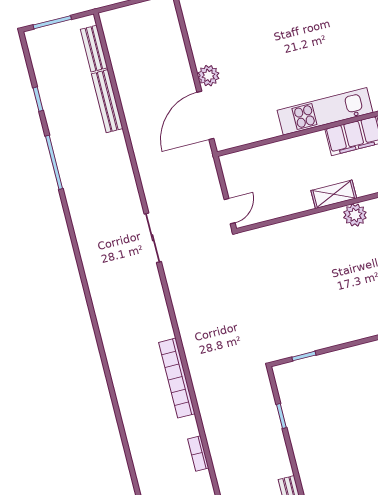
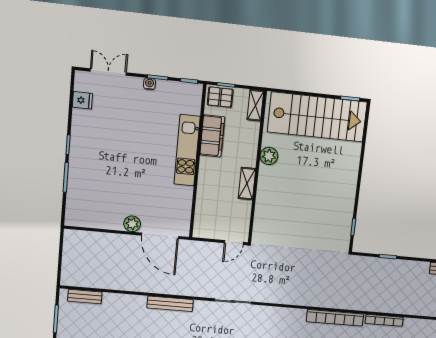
bench: (107, 101) -> (170, 304), moved
shelving: (334, 194) -> (247, 184), moved
door: (230, 211) -> (234, 243), swing flipped
bookcase: (198, 454) -> (384, 320), width x1.56

